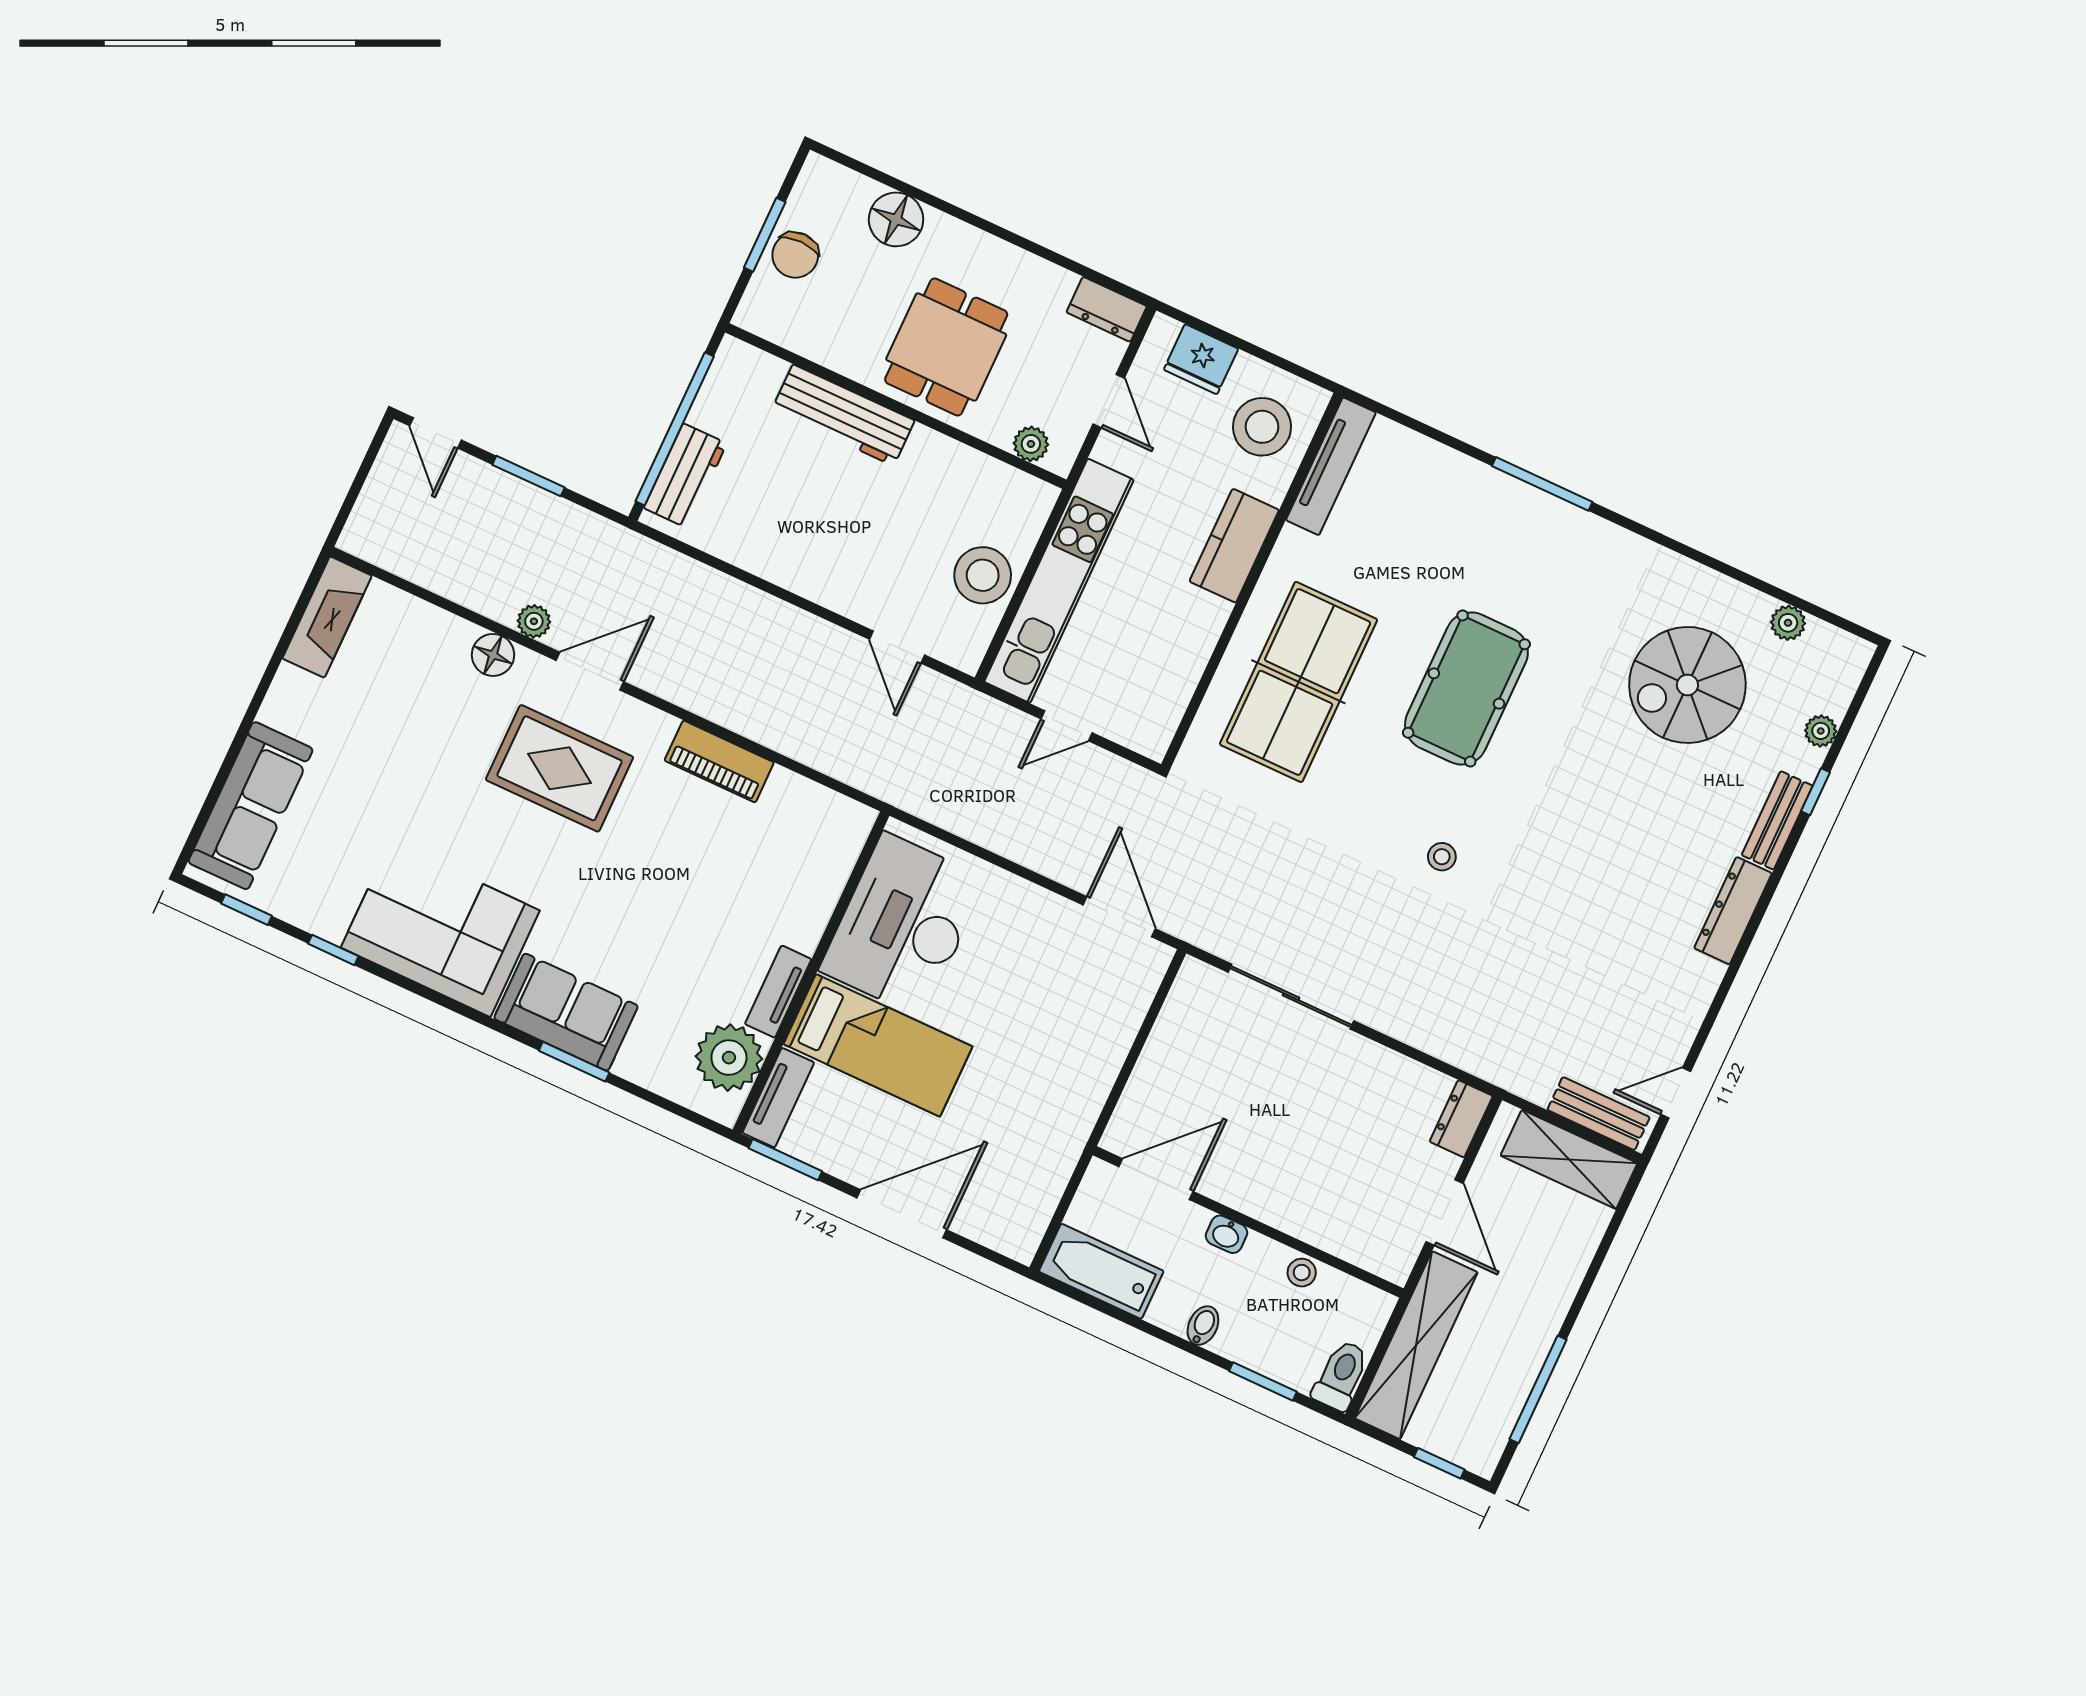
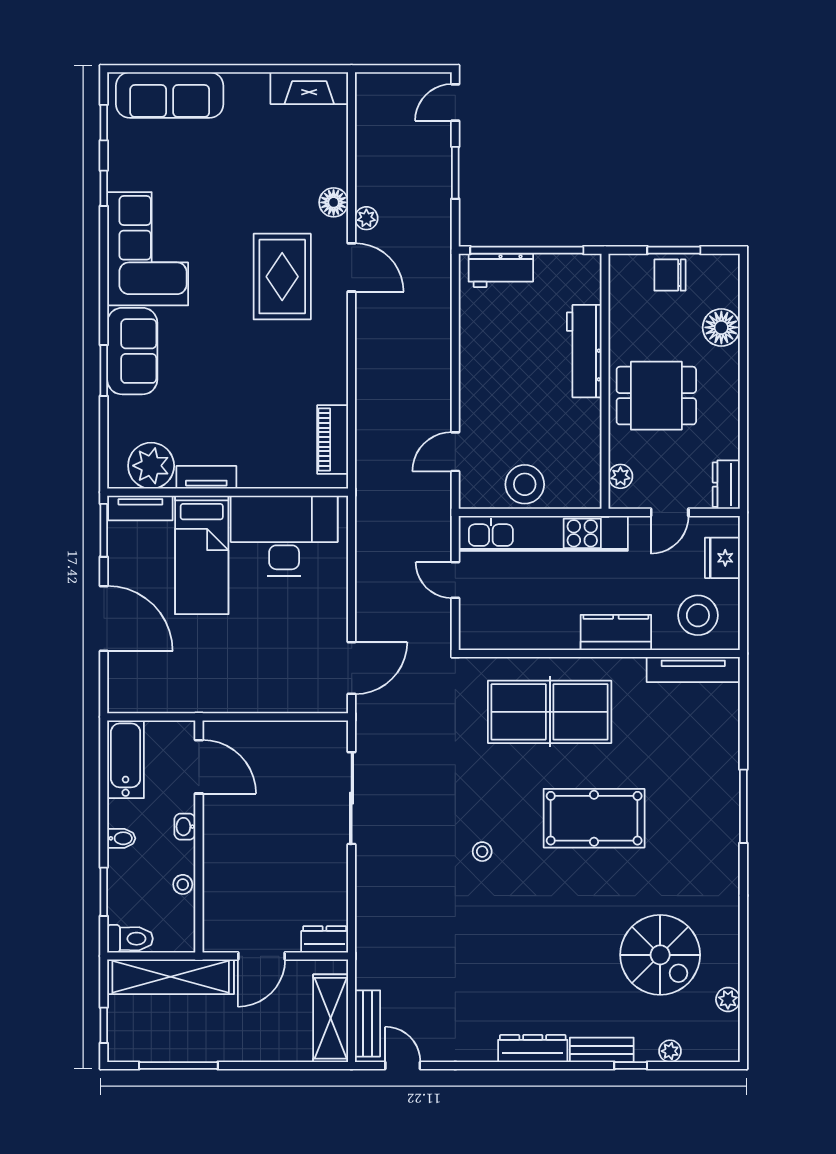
spiral stairs: (1687, 685) -> (660, 955), turned 180
piano: (719, 761) -> (333, 440), moved

